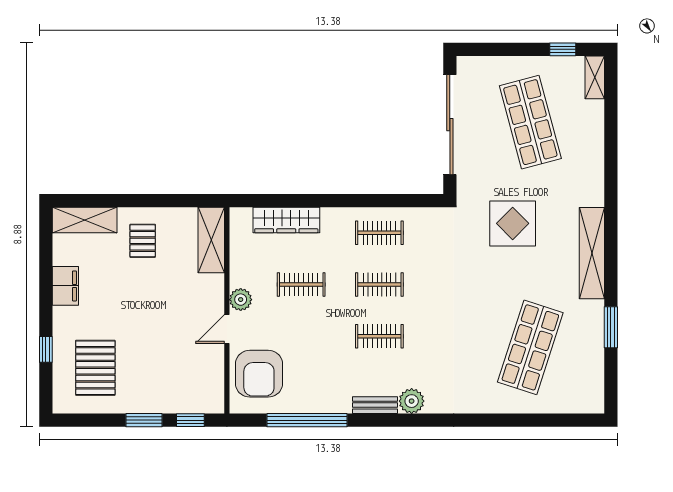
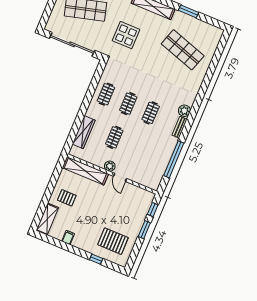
shelving: (211, 240) -> (85, 171), width x1.47
filing cabinet: (65, 286) -> (68, 238), width x0.50
armchair: (259, 374) -> (145, 172), removed

